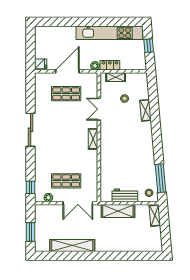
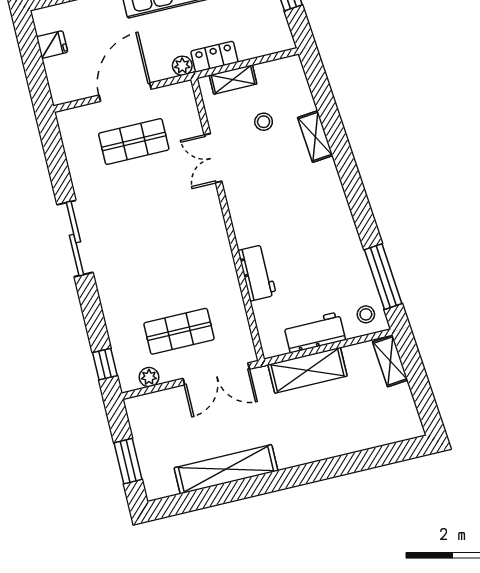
fridge: (41, 64) -> (52, 45), moved
shelving: (93, 139) -> (216, 226), removed
workbench: (106, 163) -> (257, 273), added

